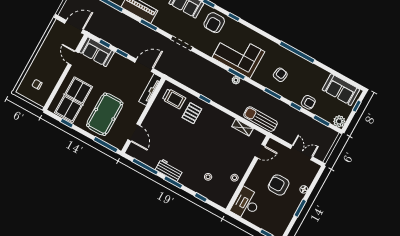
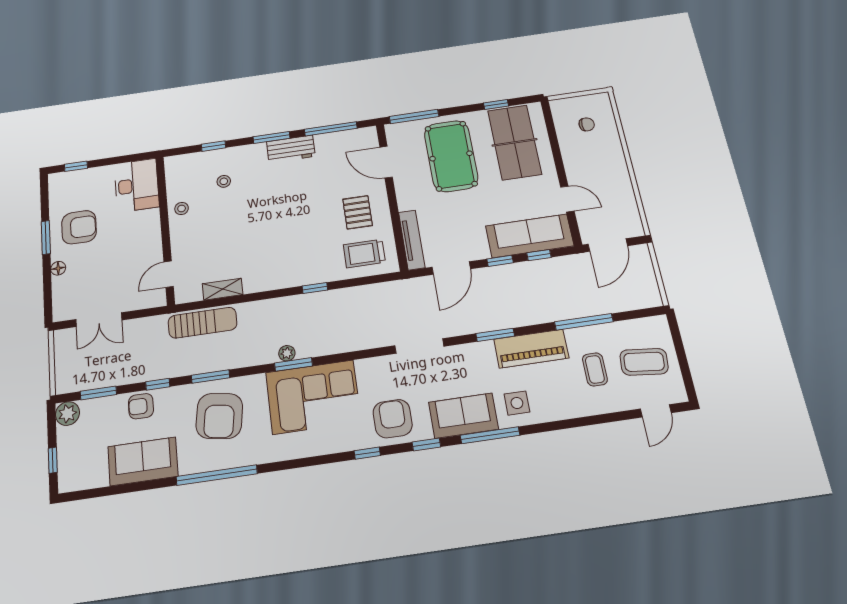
sofa: (97, 52) -> (530, 236), width x1.36
armchair: (280, 75) -> (219, 416), width x1.88, depth x1.88
sofa: (341, 90) -> (143, 461), moved
pallet: (192, 113) -> (358, 212), moved
armchair: (279, 185) -> (79, 227), moved

